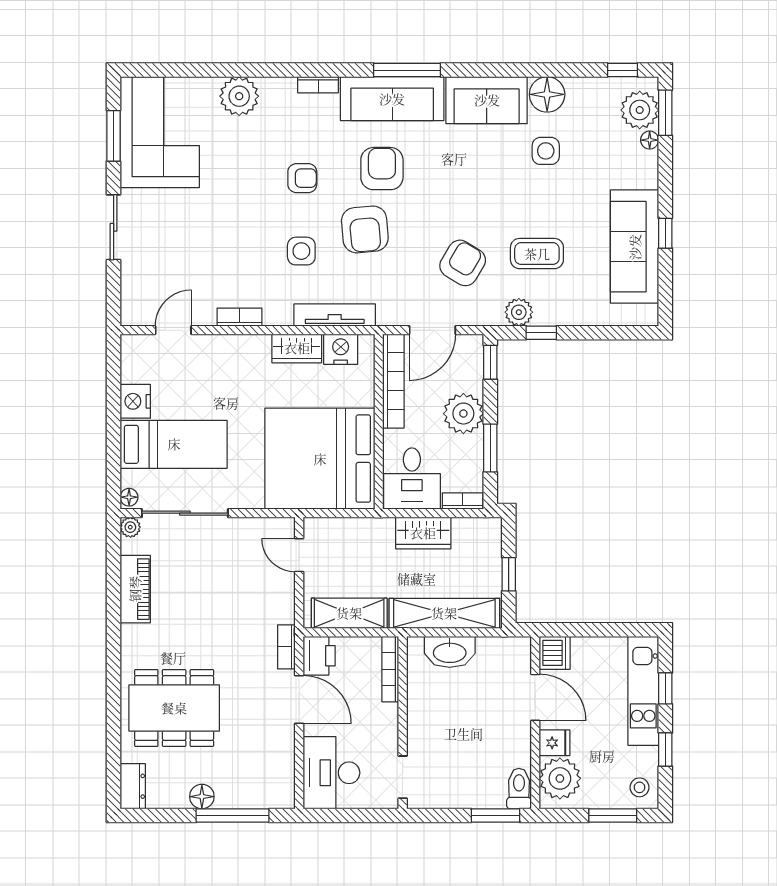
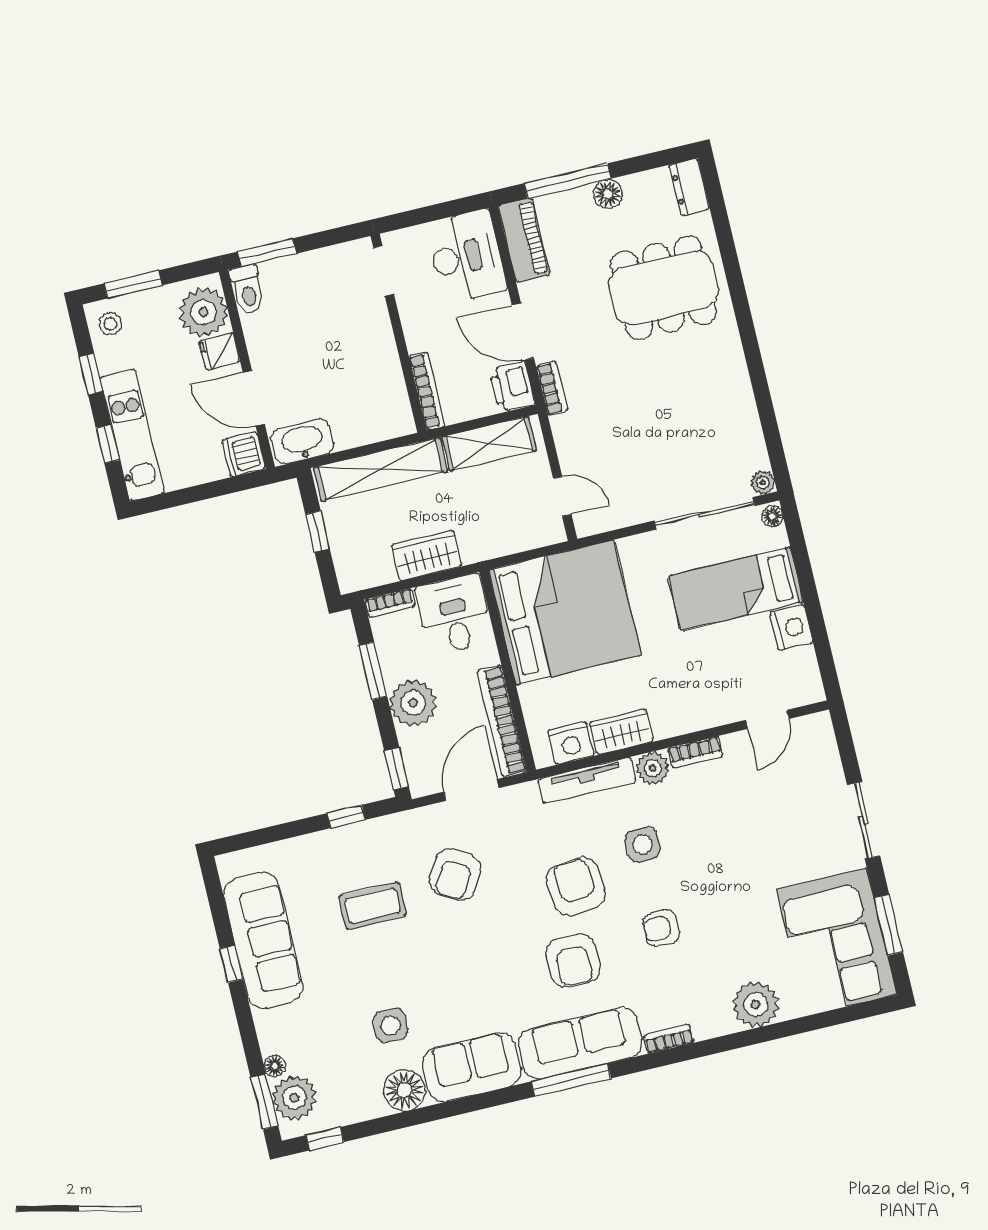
plant: (519, 312) -> (653, 768), moved
piano: (135, 589) -> (524, 240), moved, turned 180
washbasin: (450, 652) -> (302, 441), moved

